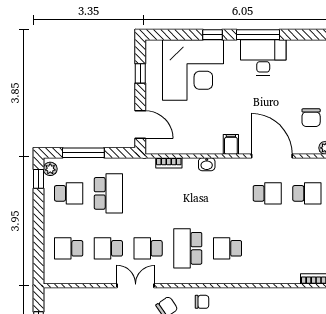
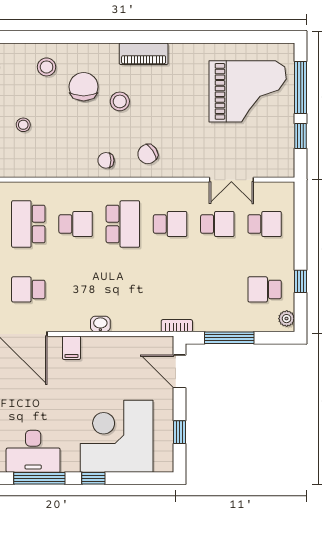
window: (83, 153) -> (229, 338), moved
bookcase: (169, 163) -> (177, 326), moved
window: (38, 179) -> (301, 281), moved
school desk: (108, 193) -> (28, 224), moved
double door: (136, 286) -> (231, 180), moved

